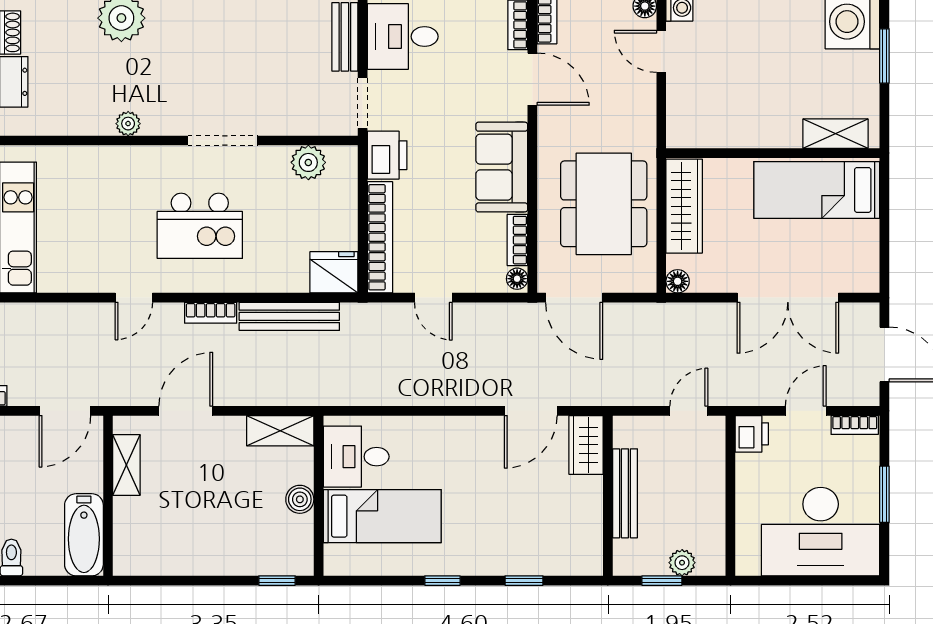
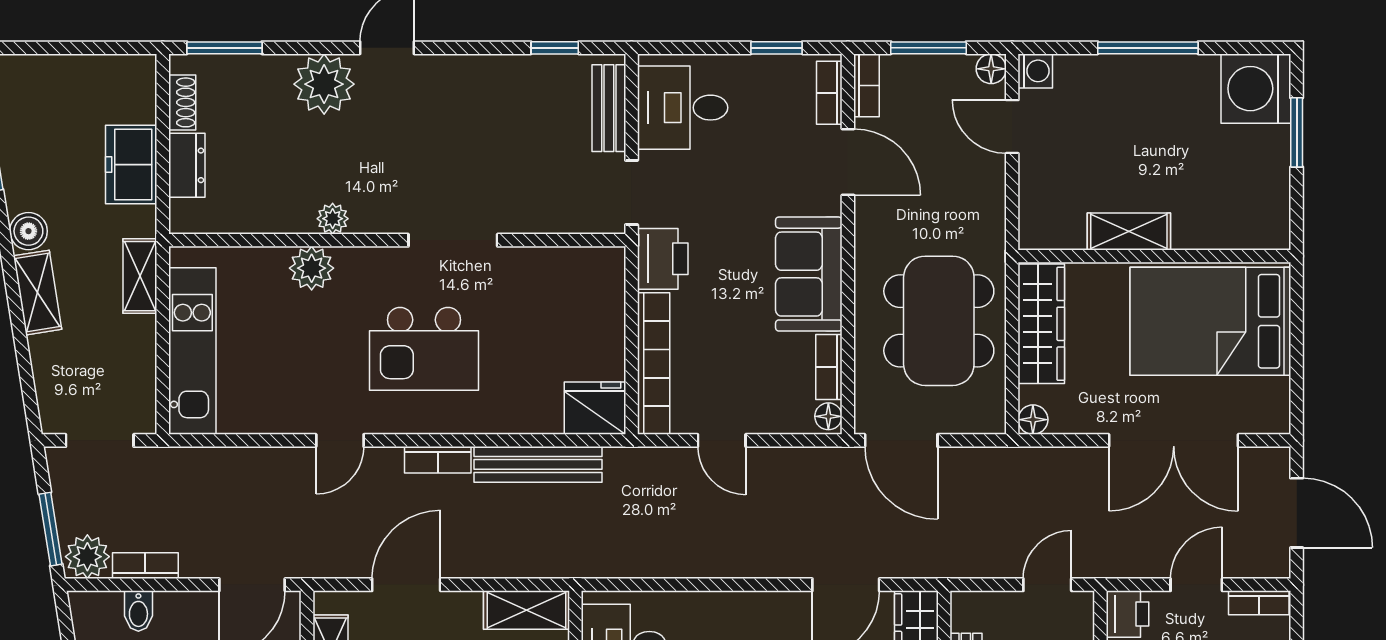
shelving: (836, 134) -> (1129, 231), moved
plant: (308, 162) -> (312, 268), moved
bed: (817, 190) -> (1210, 321), width x1.50

